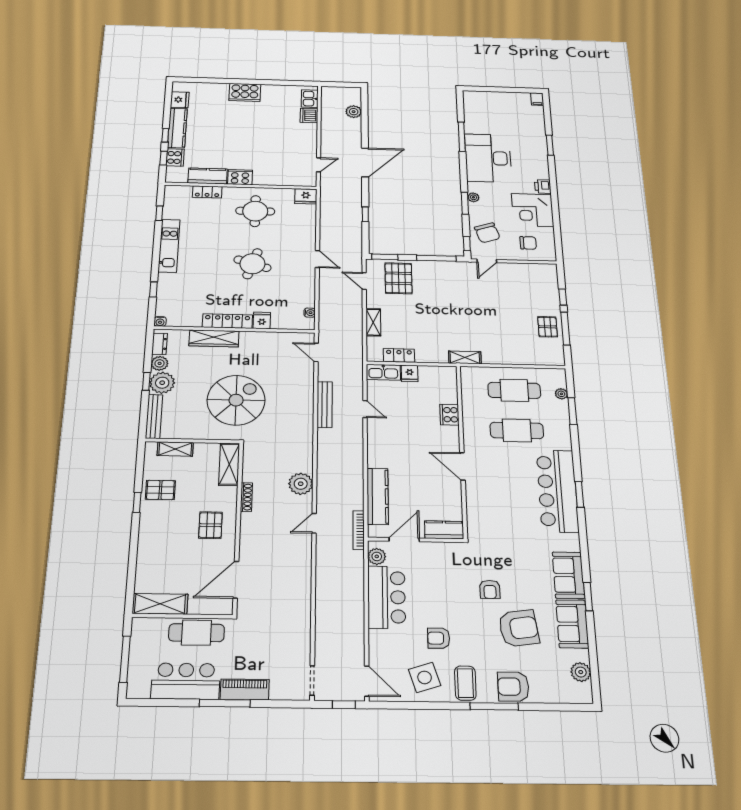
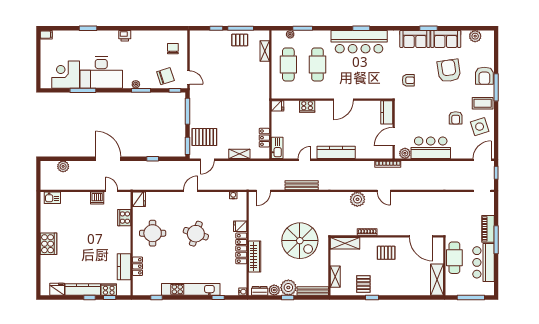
dishwasher: (309, 115) -> (97, 198), moved
cooker: (240, 177) -> (124, 218), moved
corner desk: (532, 210) -> (66, 75), moved, turned 180
kitchen unit: (169, 246) -> (191, 289), width x1.36
shelving: (465, 357) -> (265, 51), moved
fridge: (410, 373) -> (278, 106), moved
spiral stairs: (236, 400) -> (300, 241), turned 180
kitchen counter: (378, 496) -> (336, 152), moved
door: (404, 540) -> (394, 137), hinge flipped
armchair: (490, 589) -> (408, 80), moved

